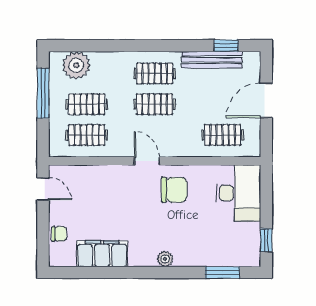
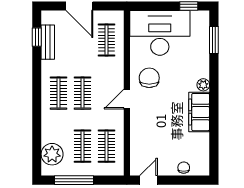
bench: (212, 60) -> (48, 42), width x0.73
desk: (238, 193) -> (160, 33), width x1.36, depth x1.30
filing cabinet: (102, 254) -> (199, 112), moved

